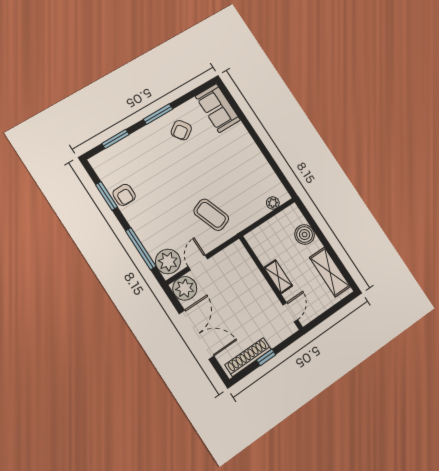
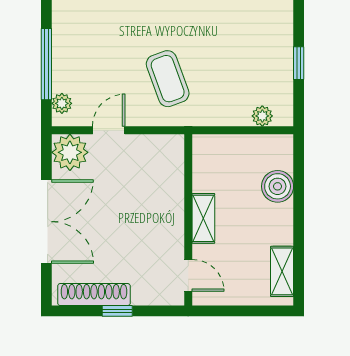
window: (273, 164) -> (299, 63), added
plant: (168, 261) -> (62, 103), width x0.53, depth x0.53
shelving: (330, 272) -> (282, 271), width x0.67, depth x0.75
door: (290, 312) -> (188, 275), hinge flipped

